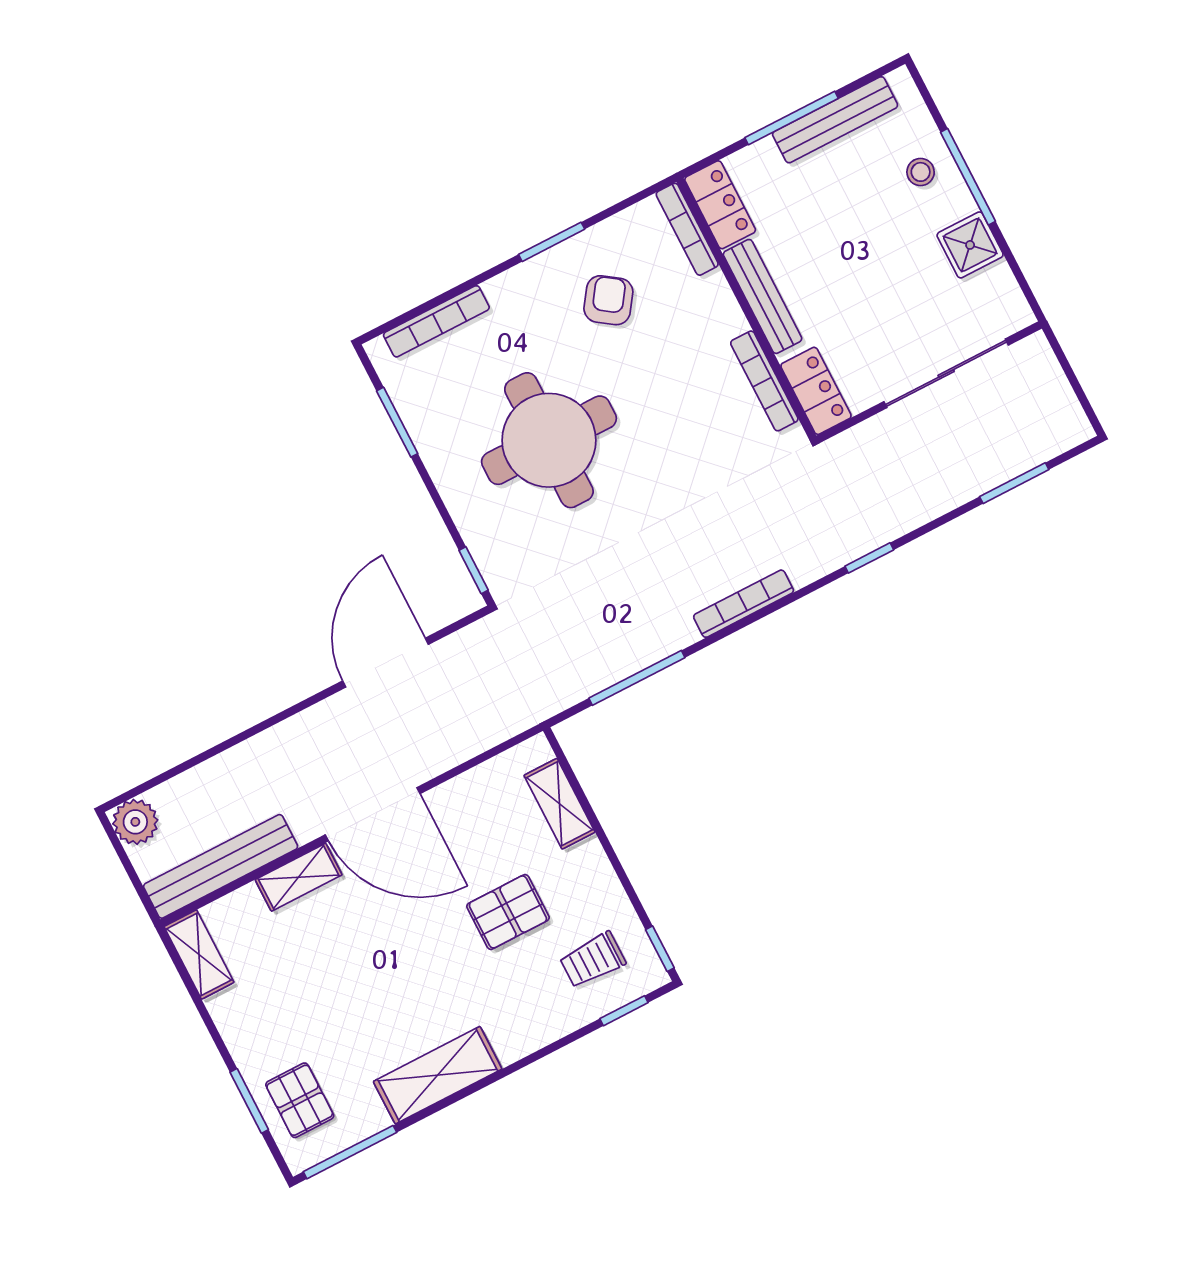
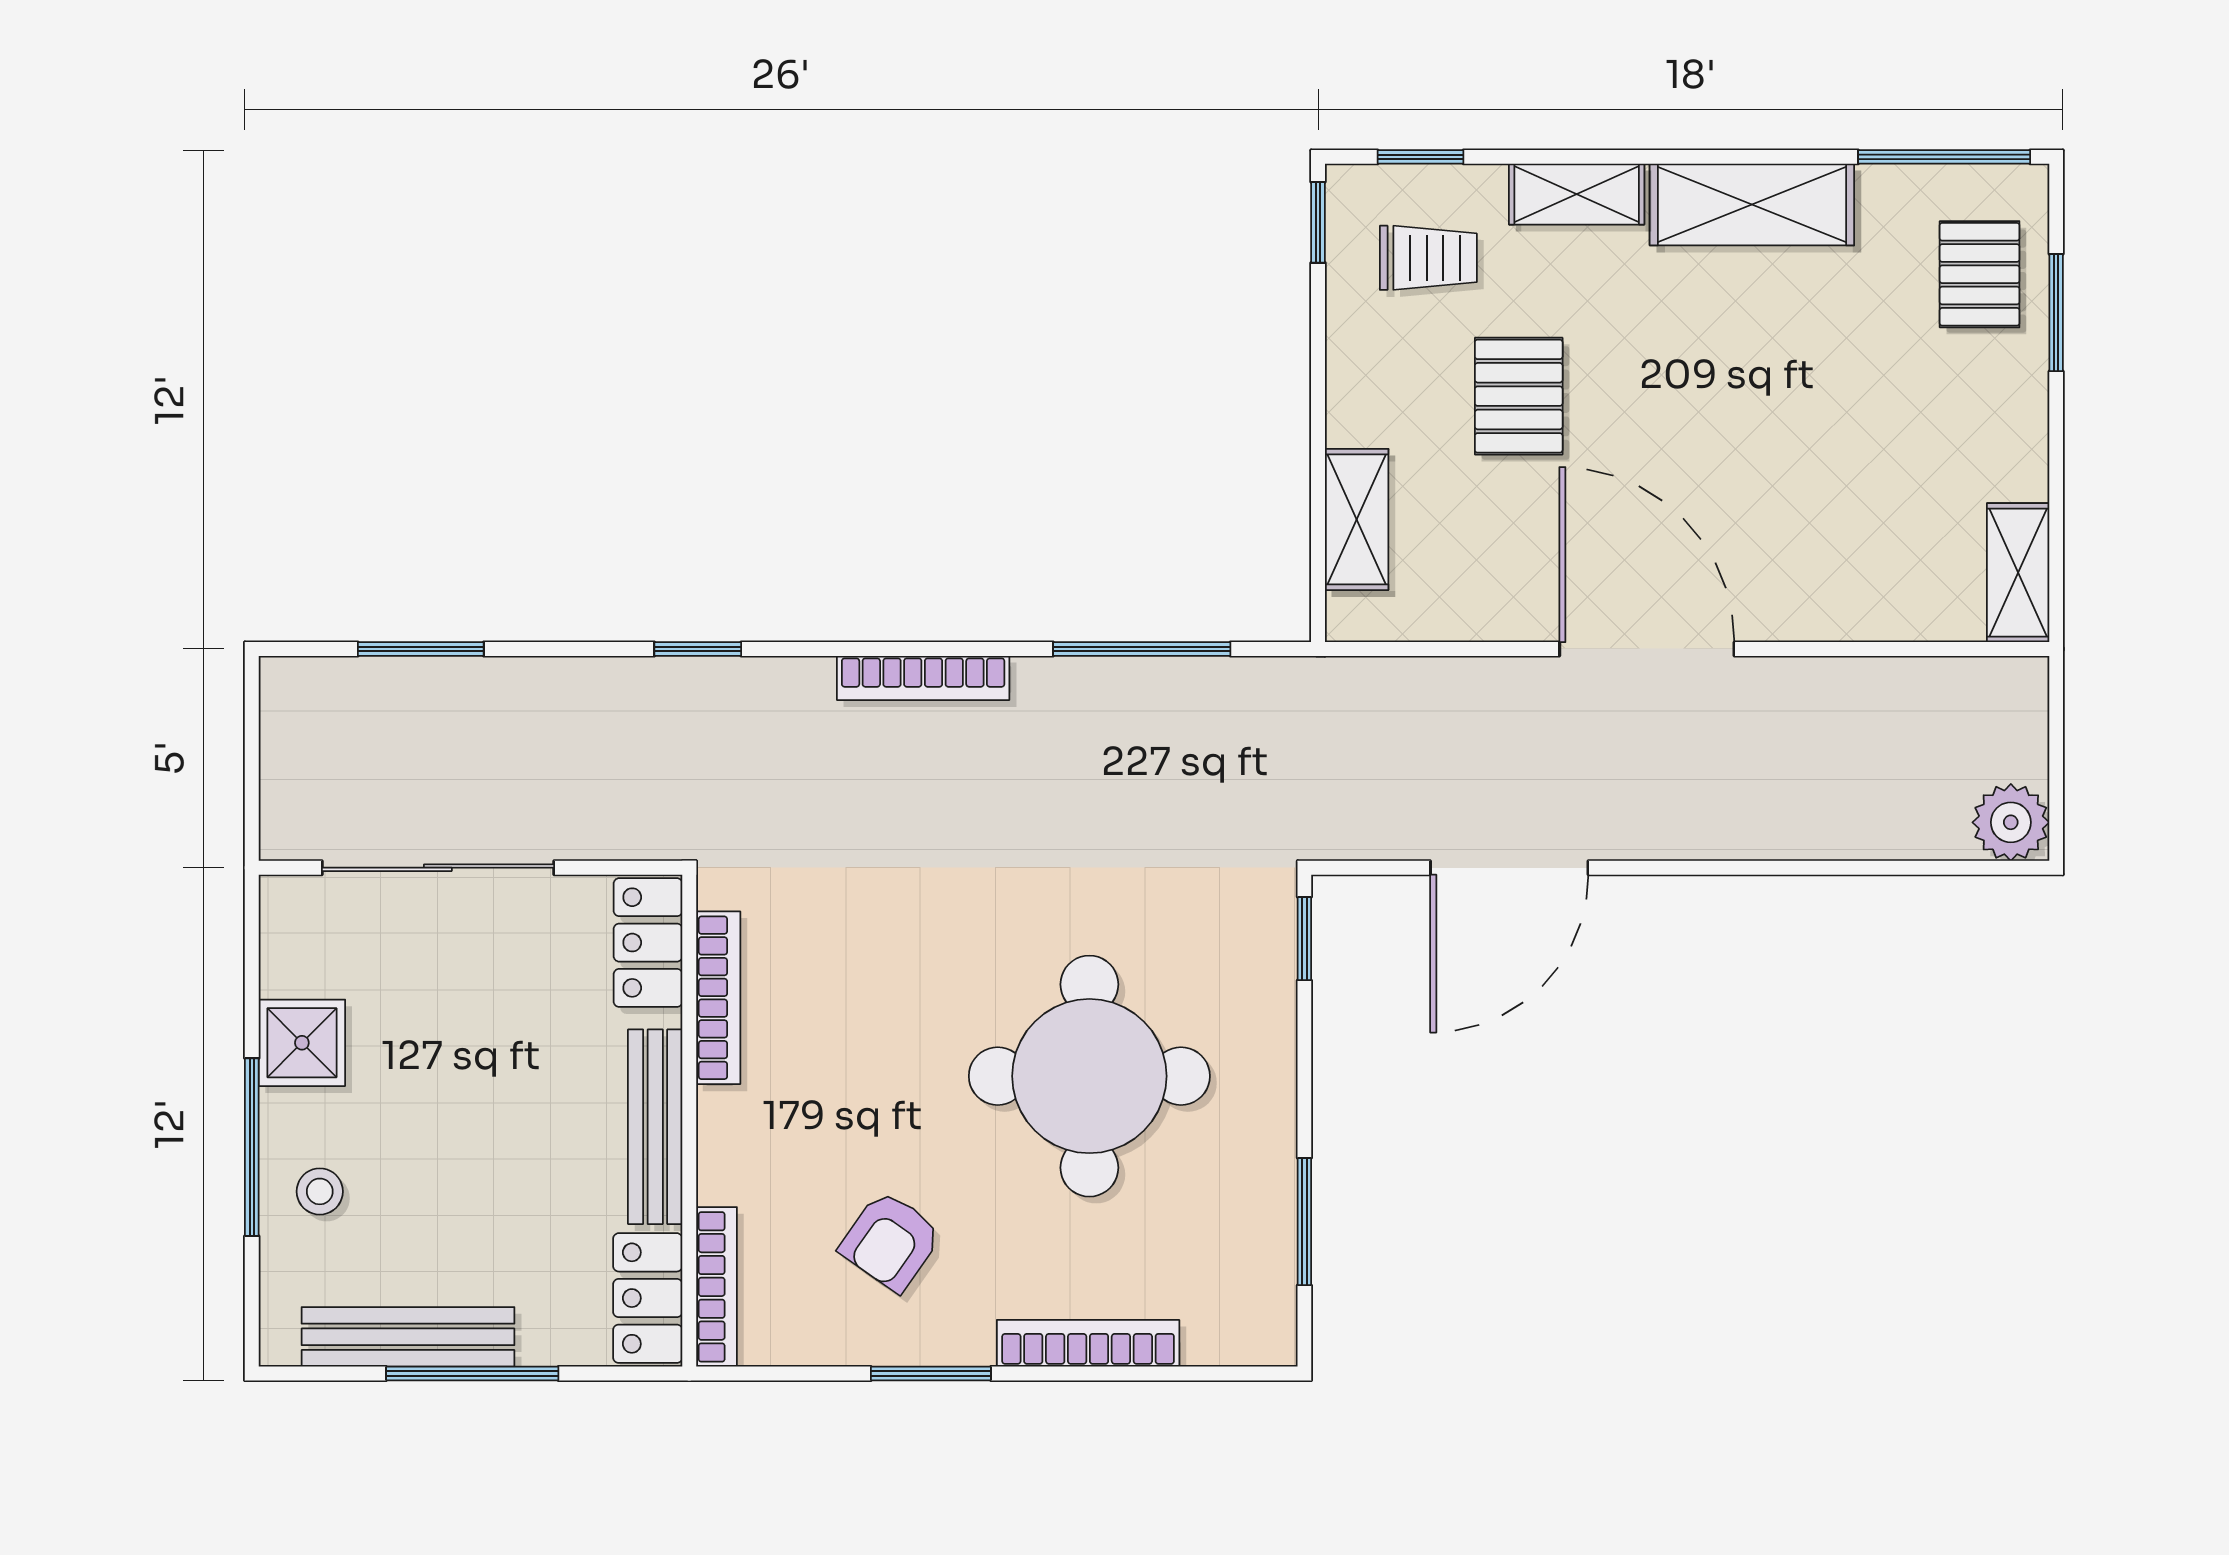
bookcase: (436, 321) -> (1088, 1343), moved
bench: (221, 866) -> (1917, 689), removed
shelving: (299, 877) -> (1577, 194), moved
pallet: (508, 912) -> (1519, 396), turned 90

